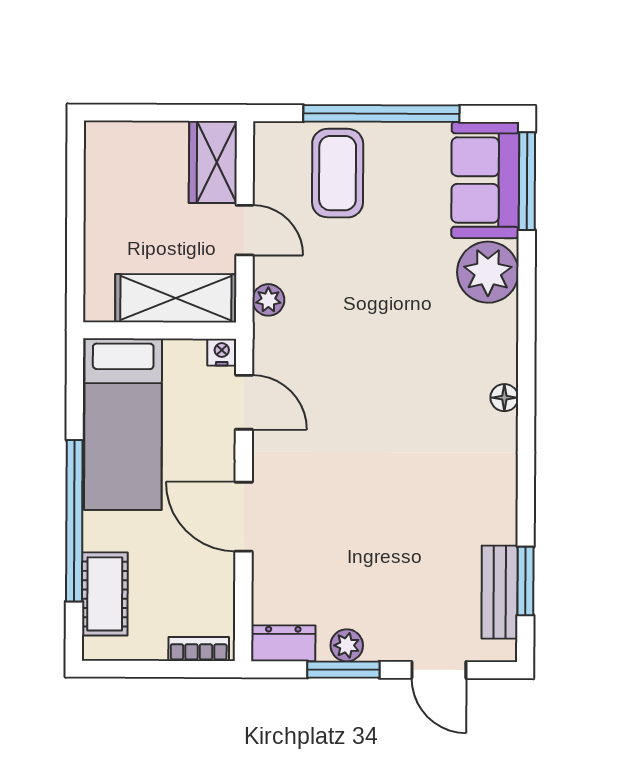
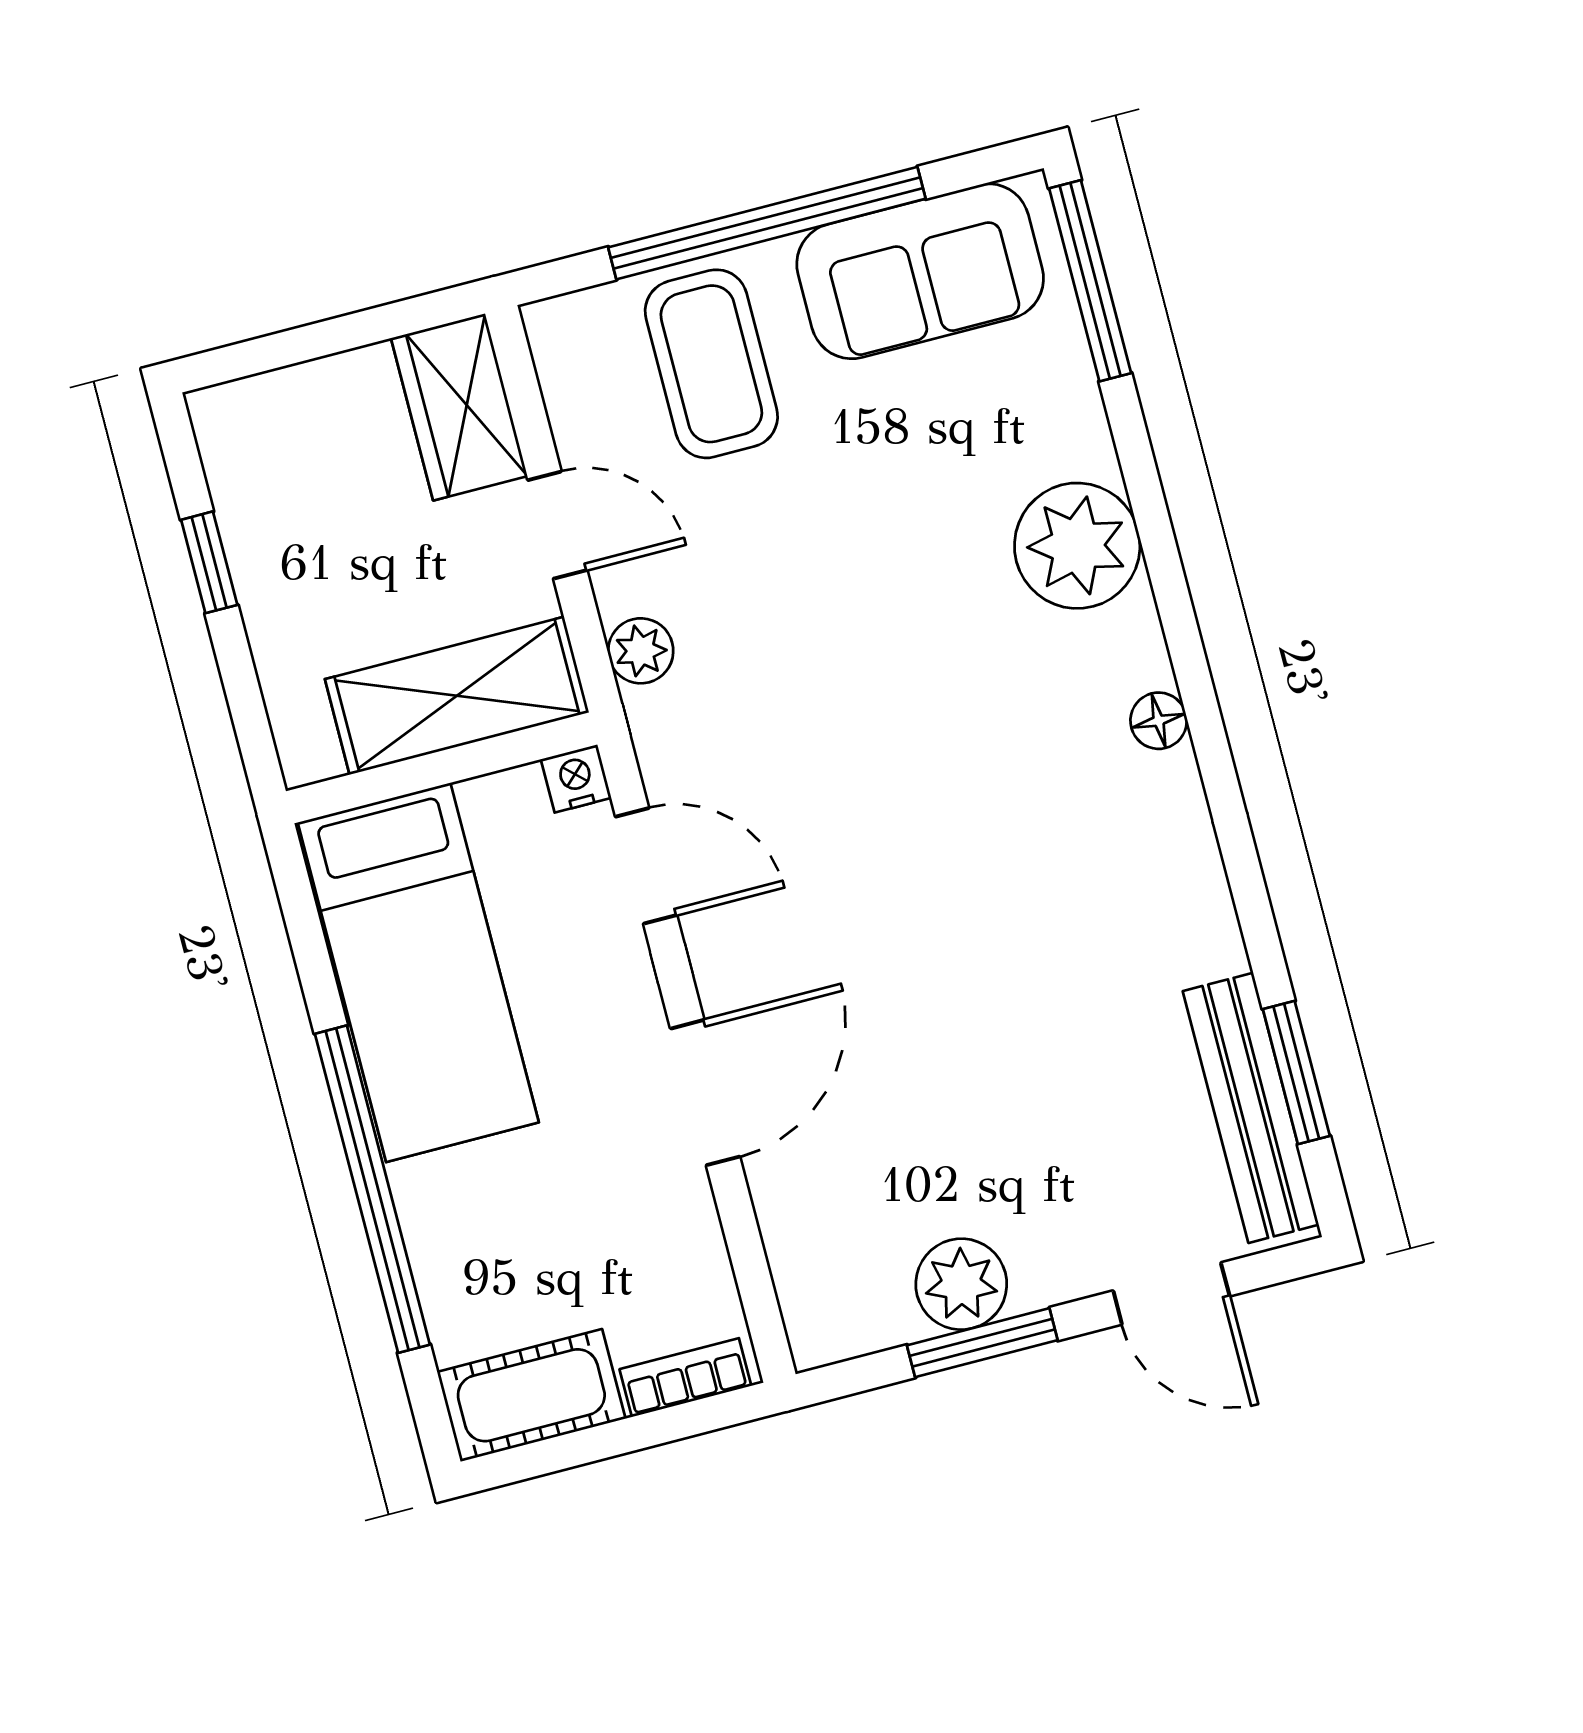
sofa: (485, 180) -> (920, 271), moved, turned -90
window: (75, 204) -> (209, 562), added
plant: (488, 272) -> (1077, 546), moved
door: (244, 517) -> (705, 1093), swing flipped
bench: (500, 592) -> (1251, 1108), width x1.36
cot: (105, 594) -> (531, 1395), moved, turned 90
dresser: (283, 643) -> (850, 1322), removed
plant: (347, 645) -> (961, 1284), width x1.38, depth x1.38

